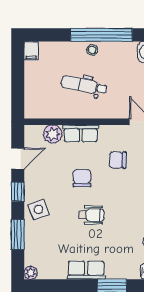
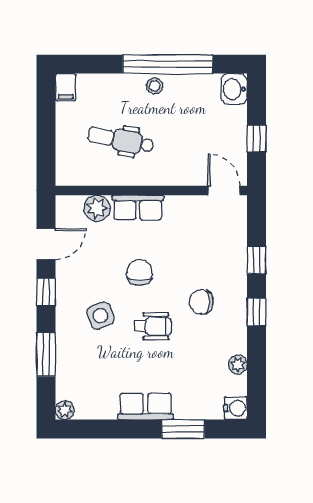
dental chair: (84, 85) -> (121, 140), moved
chair: (118, 160) -> (201, 302), moved
side table: (38, 209) -> (101, 316), moved

